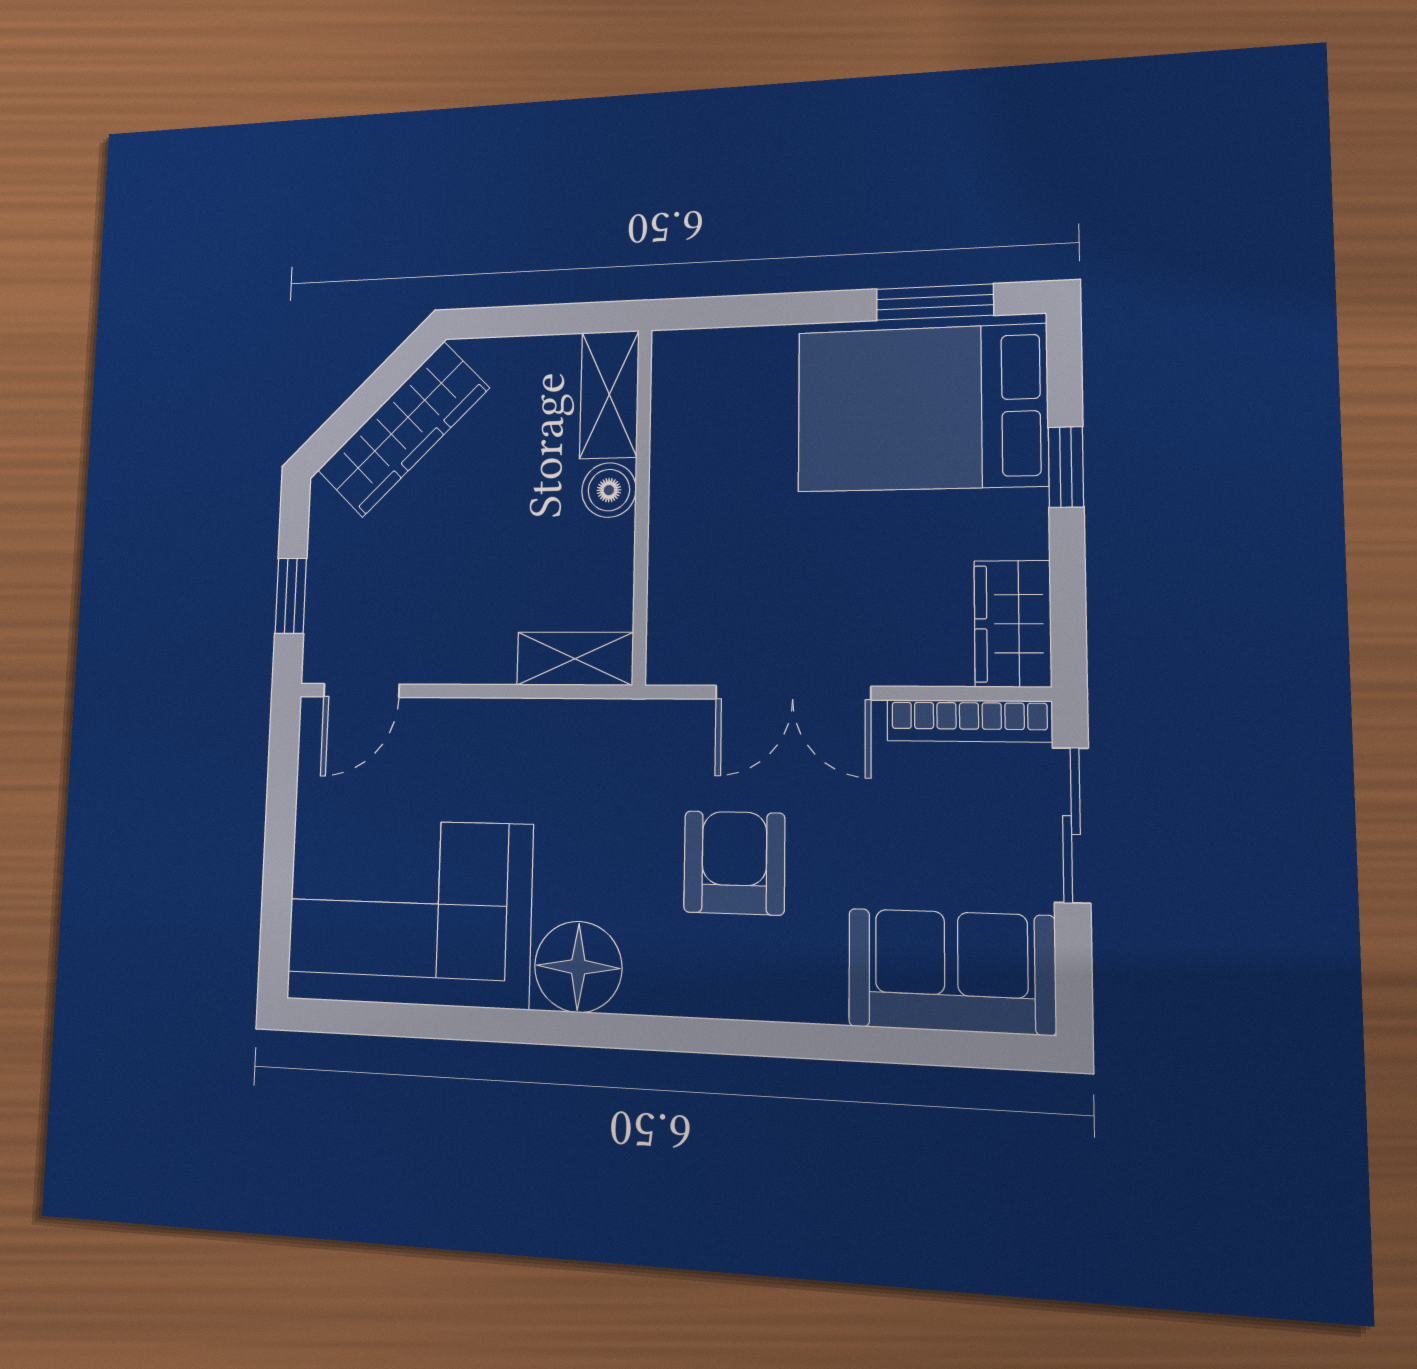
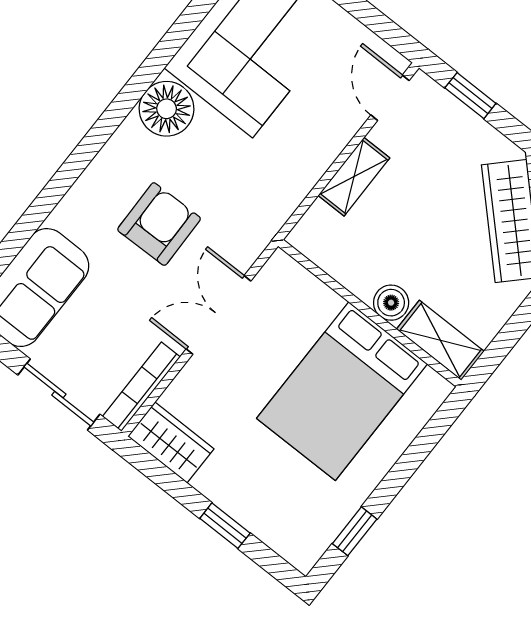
window: (935, 302) -> (355, 531), width x0.67
bed: (921, 408) -> (342, 391), moved, turned 180
shelving: (575, 659) -> (354, 177), moved
armchair: (734, 863) -> (159, 224), turned -91

